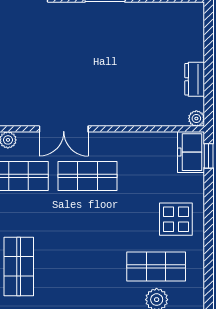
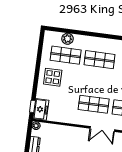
double door: (64, 129) -> (102, 129), swing flipped
shop shelf: (87, 266) -> (100, 60), added

